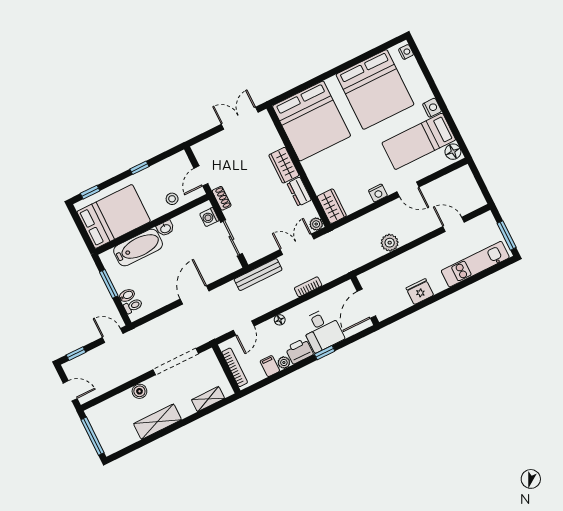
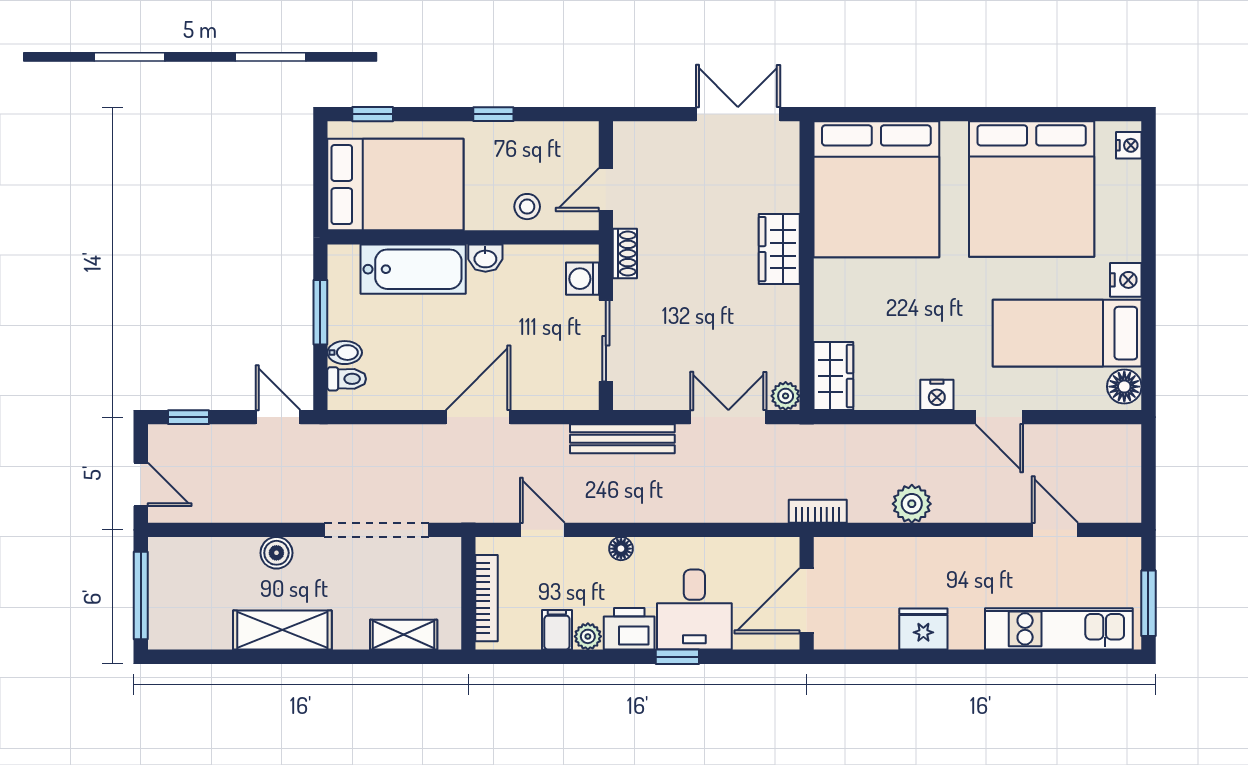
dresser: (299, 192) -> (783, 316), removed
bookcase: (308, 287) -> (818, 511), moved
door: (244, 328) -> (542, 530), swing flipped

